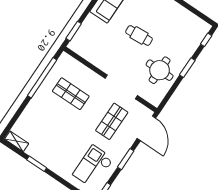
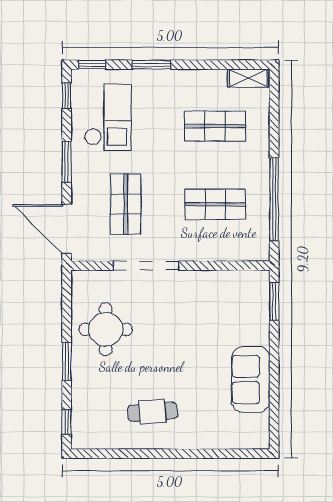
cafe table: (139, 35) -> (153, 412), moved
shop shelf: (47, 130) -> (215, 126), added
window: (37, 164) -> (151, 65), moved

